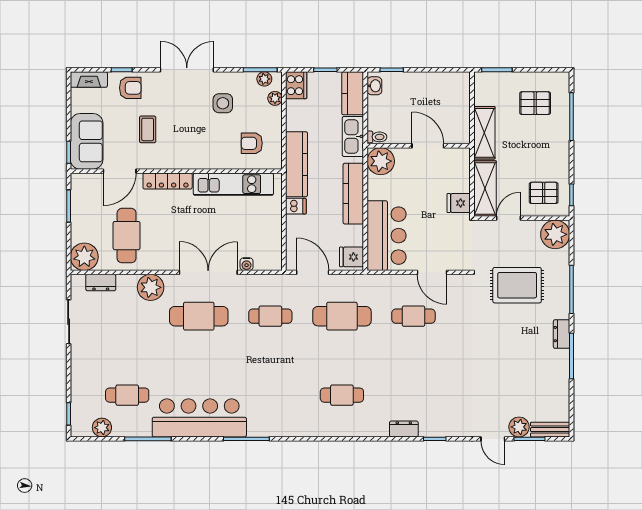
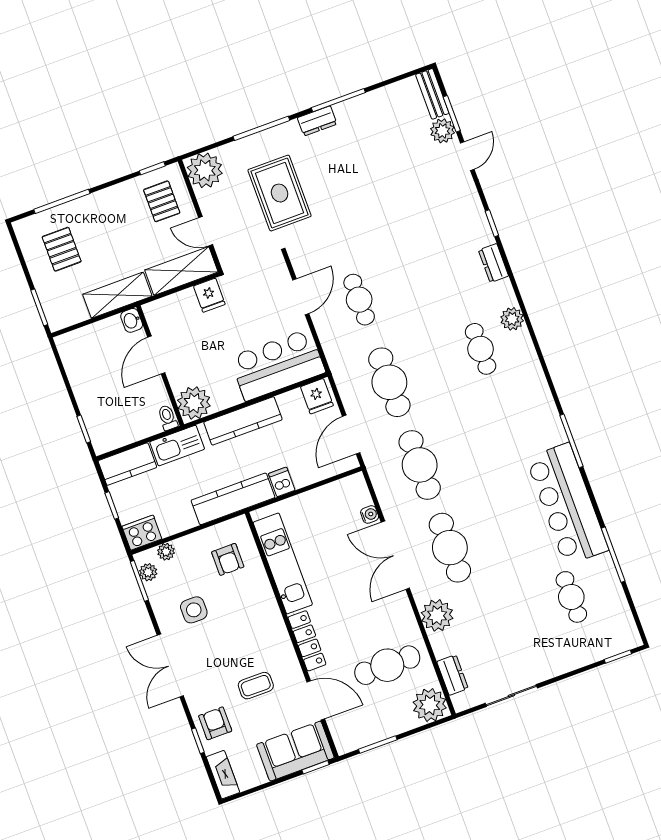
washbasin: (374, 86) -> (132, 320), moved, turned -90
cafe table: (270, 316) -> (420, 465), width x1.37, depth x1.35
plant: (102, 428) -> (512, 319), moved

